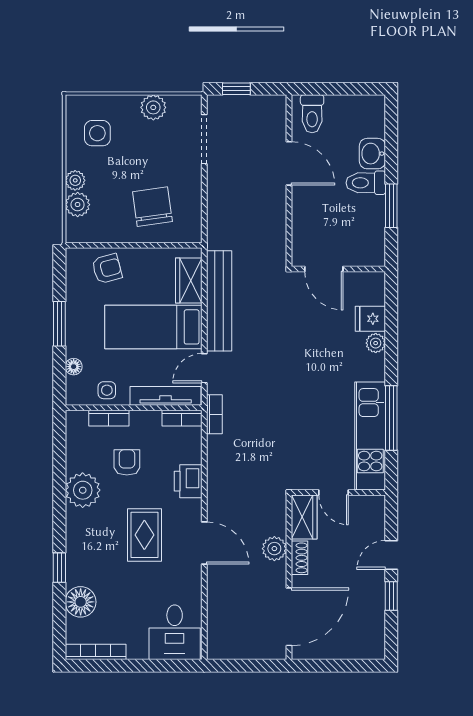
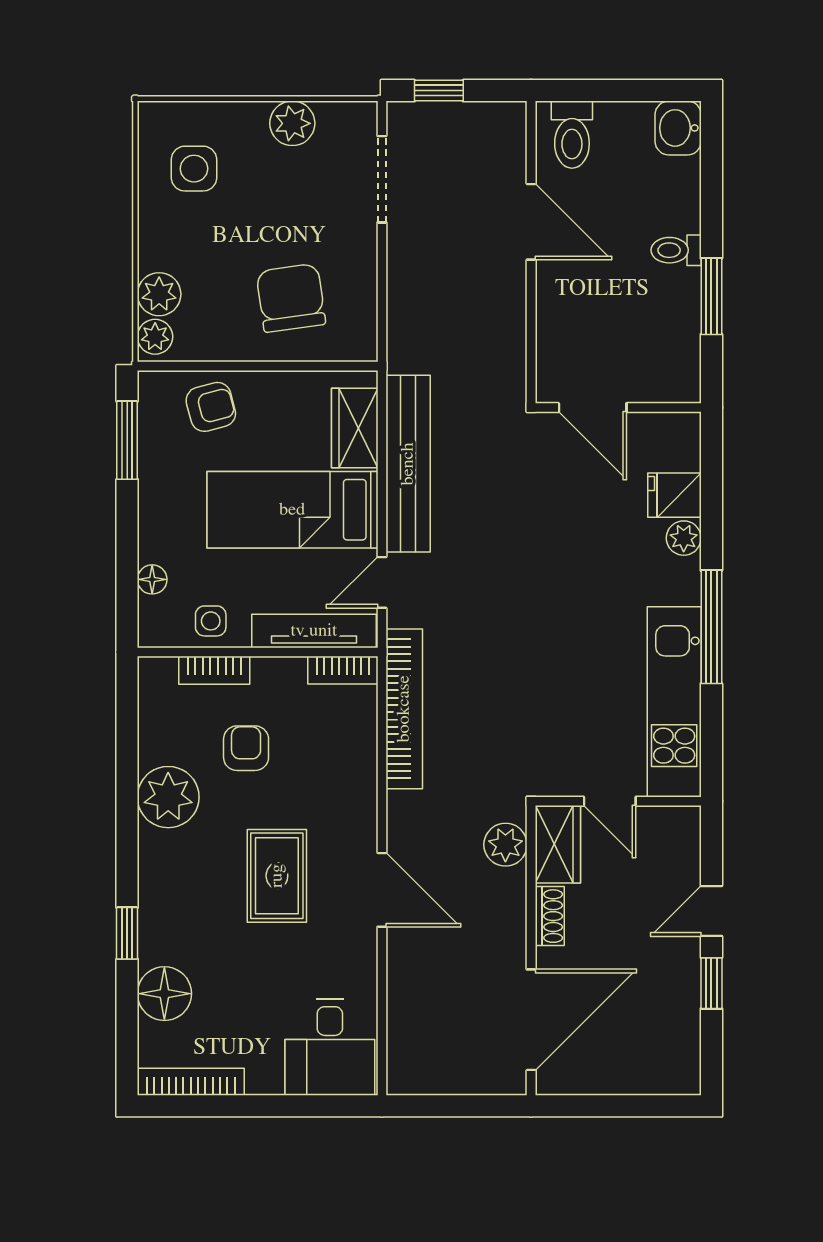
washbasin: (372, 154) -> (678, 128), moved
plant: (75, 180) -> (155, 337), moved
toilet: (366, 183) -> (676, 250), width x0.73, depth x0.72
window: (59, 324) -> (127, 440), moved
bookcase: (214, 414) -> (404, 709), width x2.31, depth x1.31
window: (391, 418) -> (711, 627), moved
printer: (188, 481) -> (354, 781), removed
plant: (274, 549) -> (505, 845), moved

